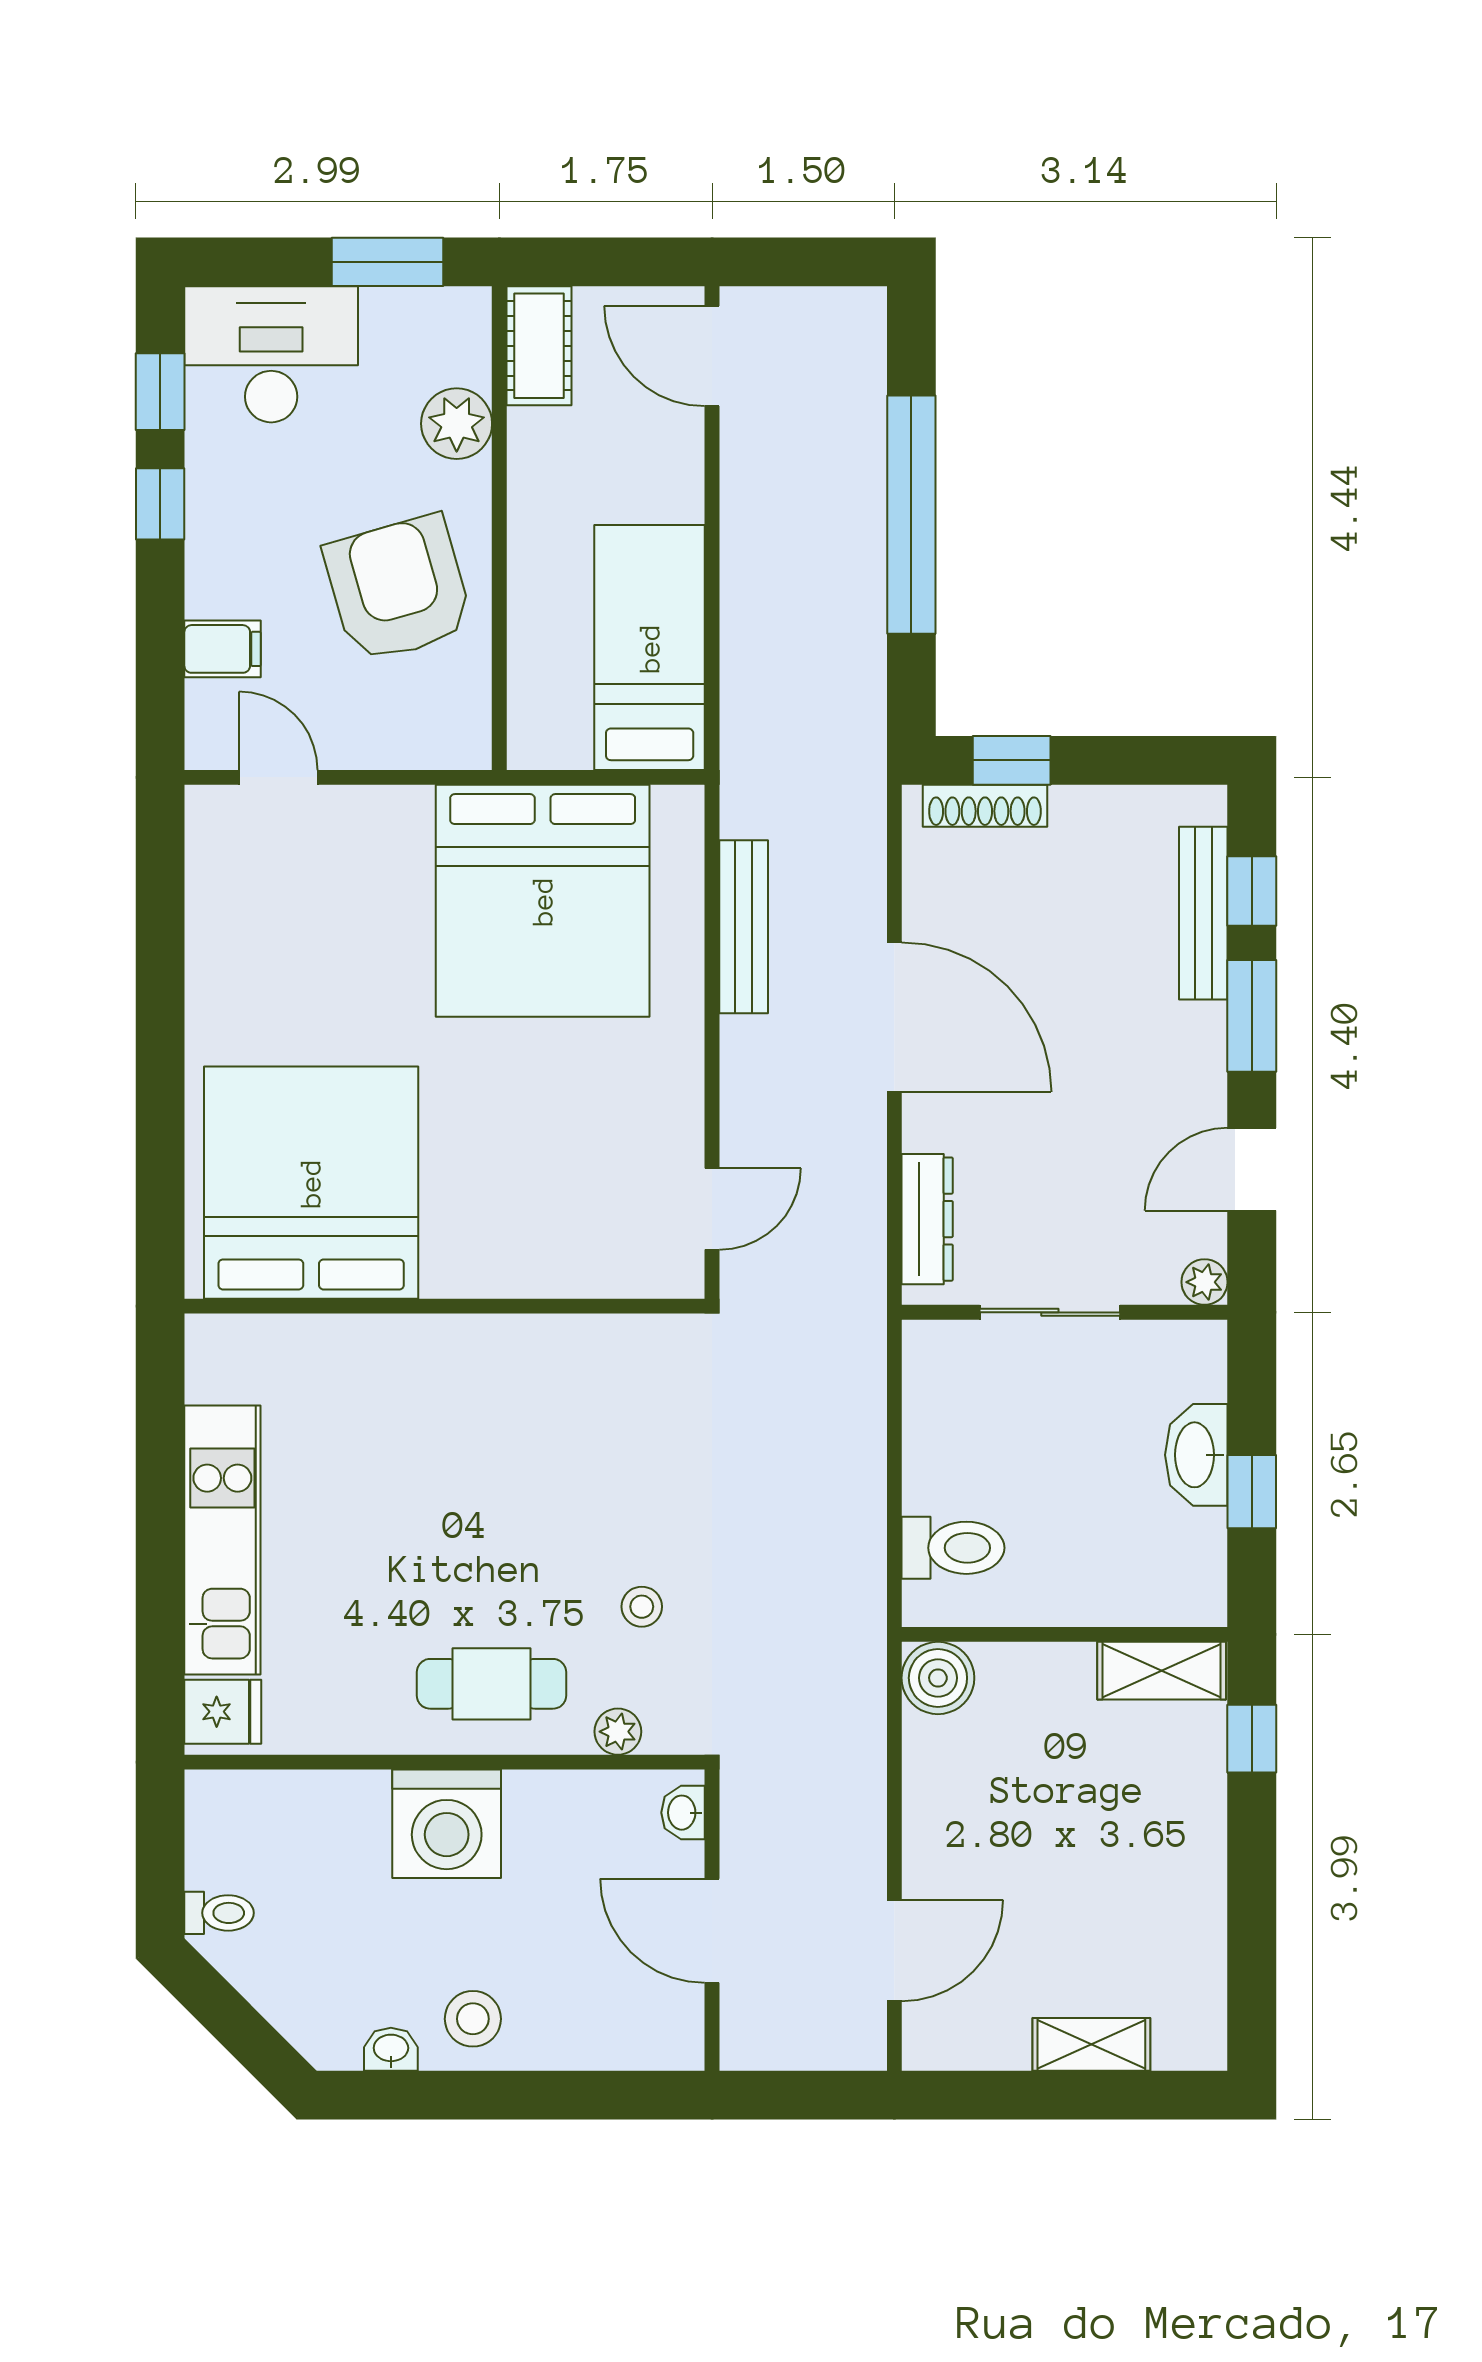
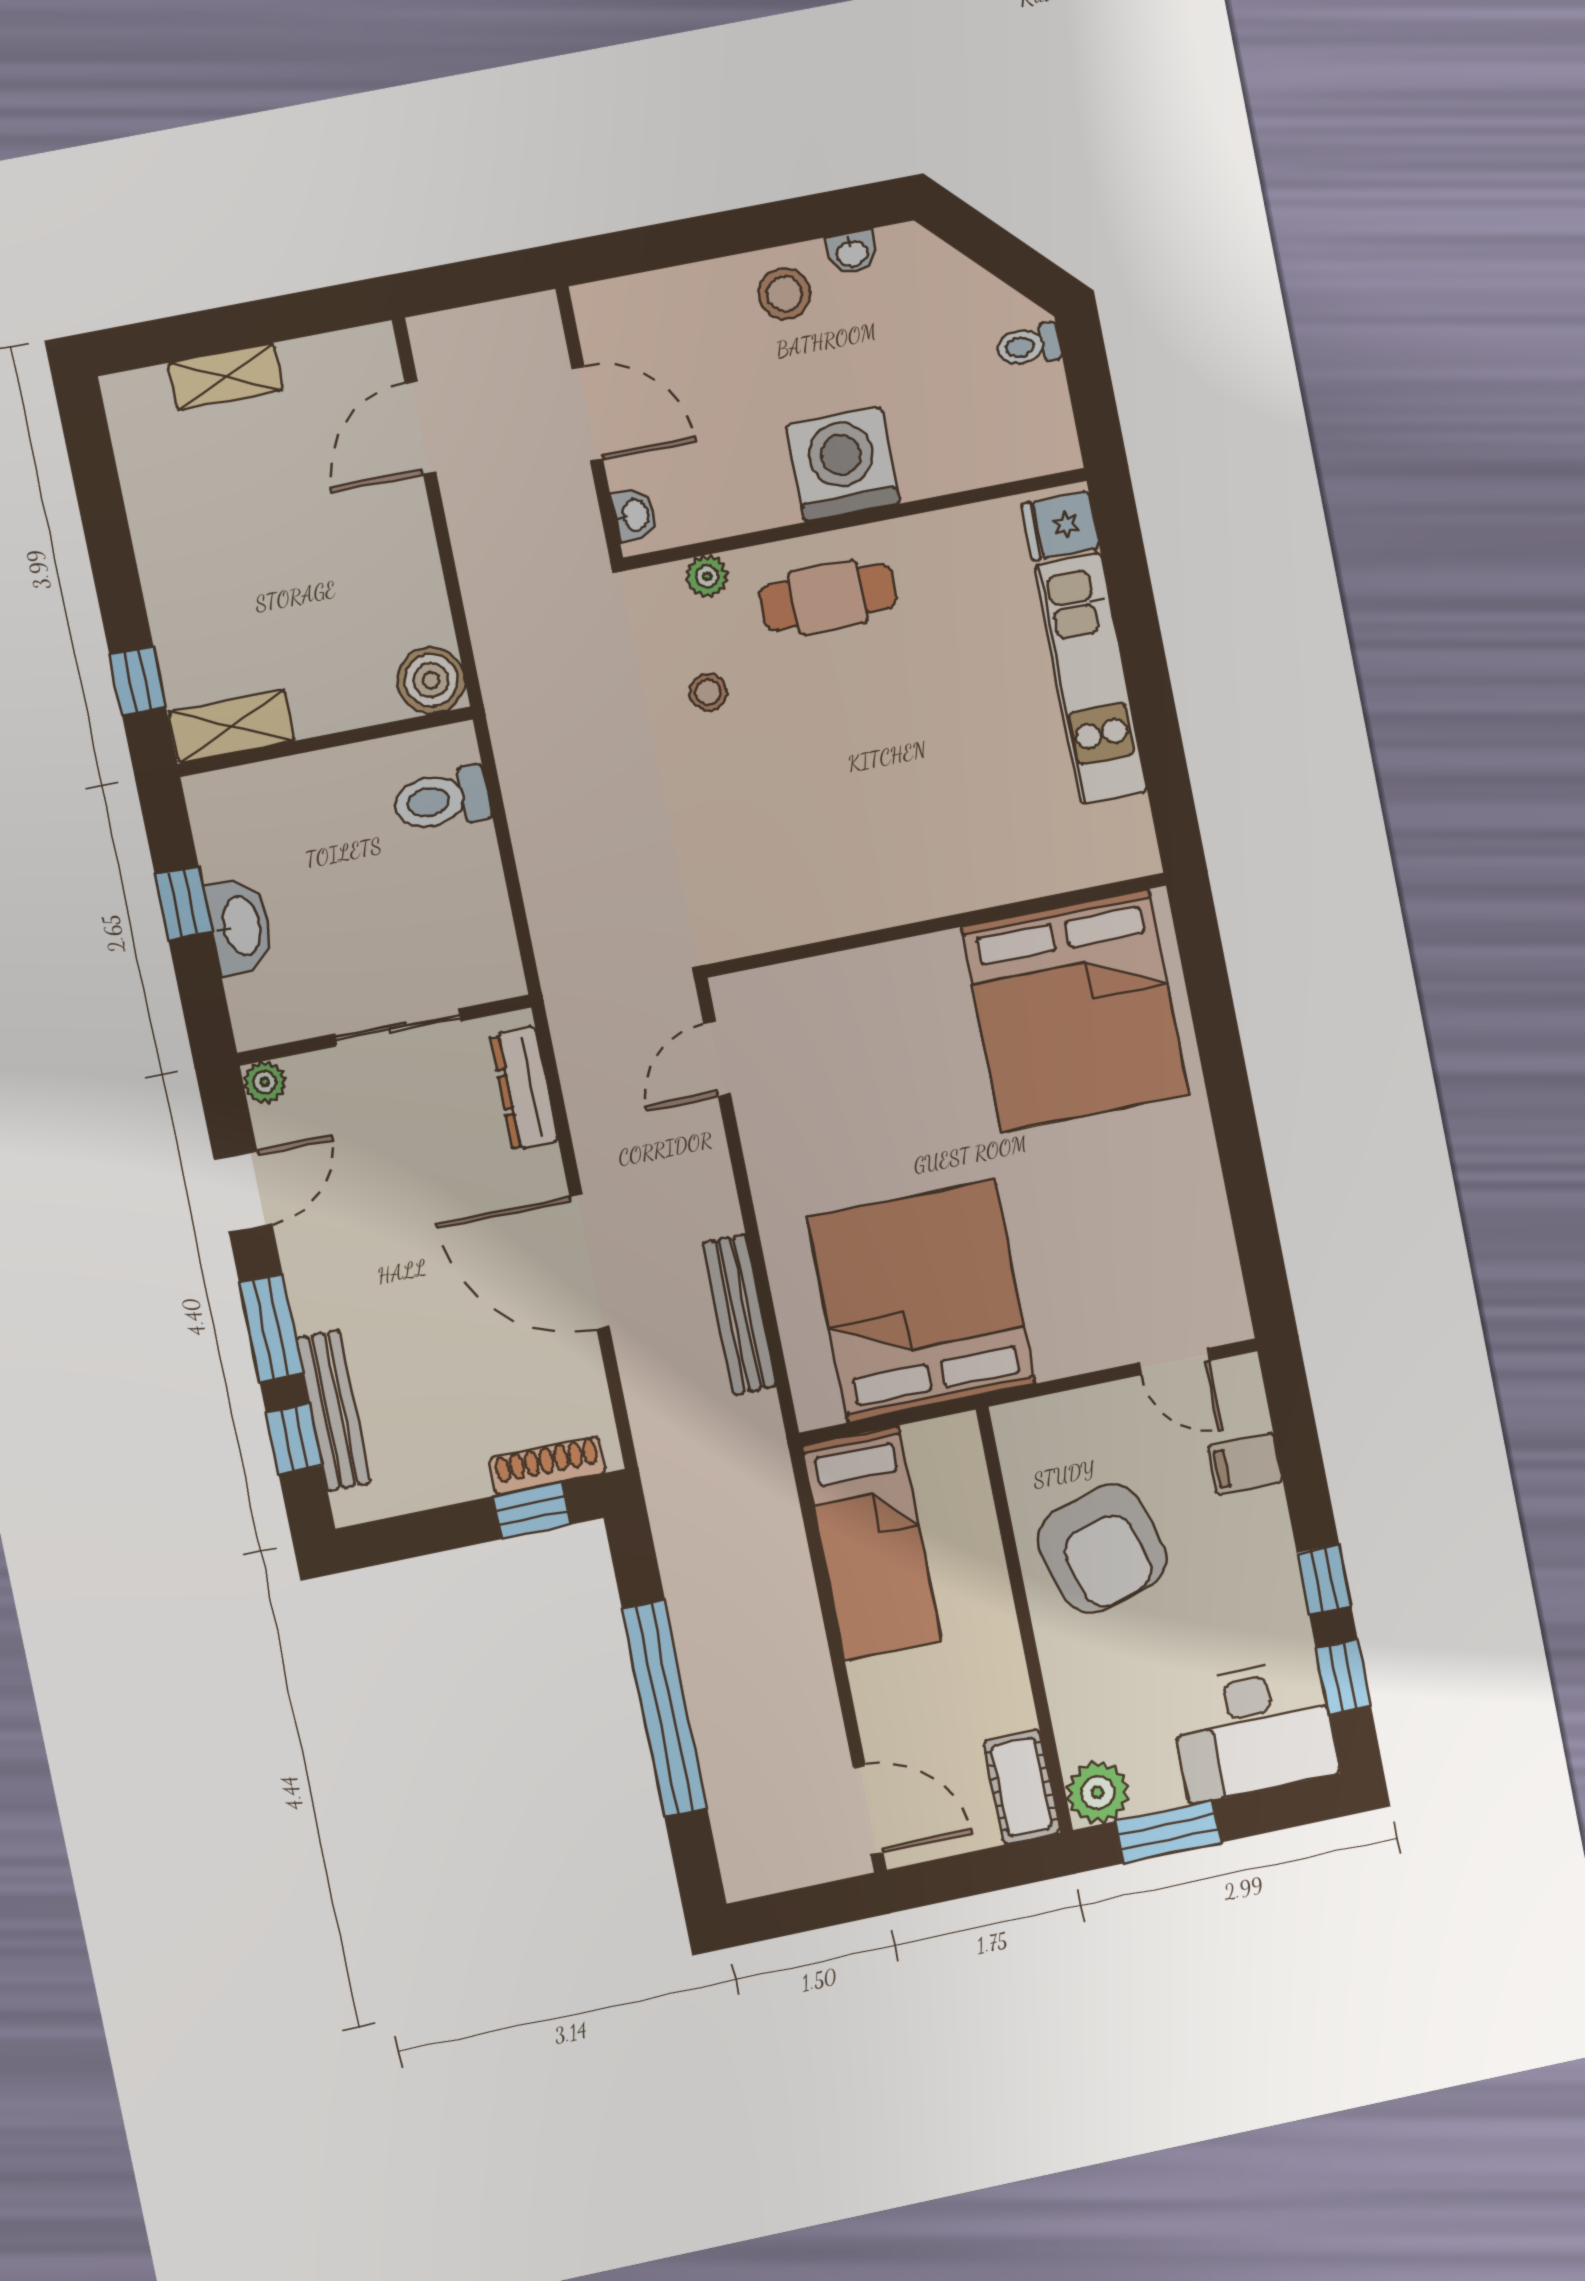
plant: (457, 424) -> (1098, 1793), moved

